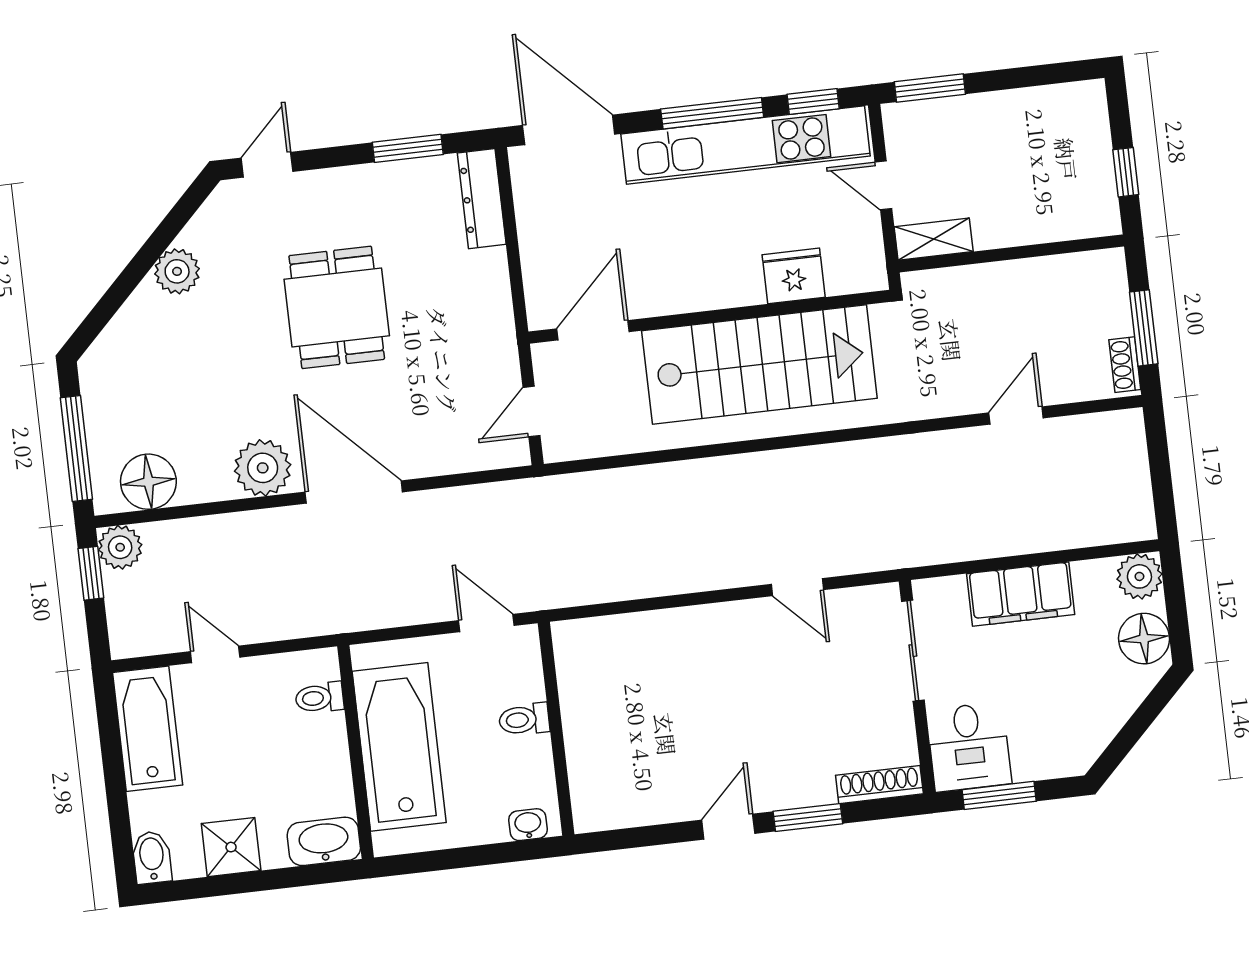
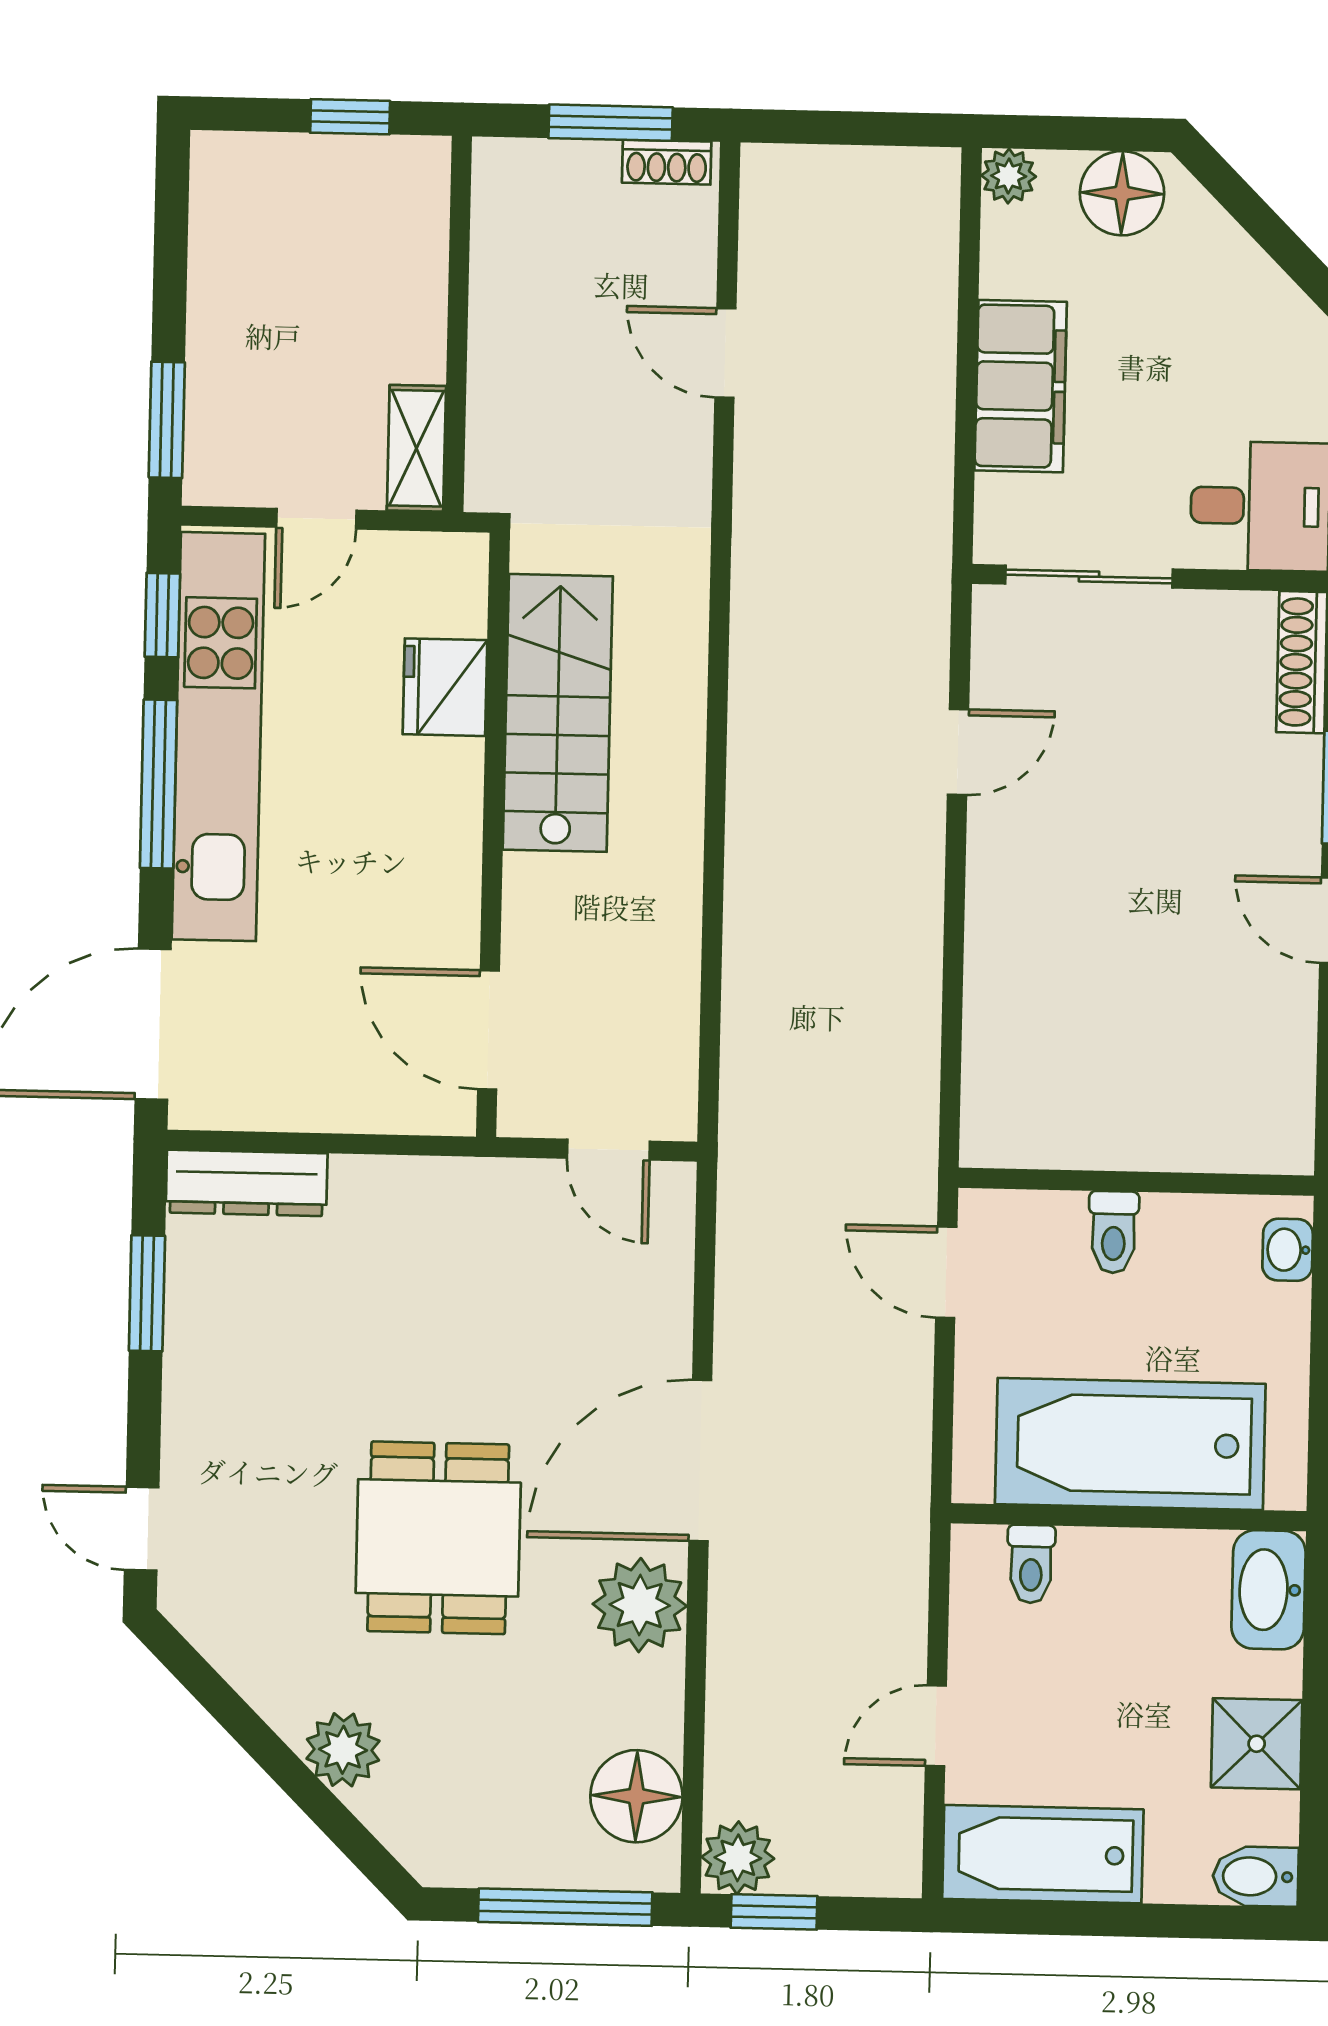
plant: (177, 271) -> (343, 1750), moved
dining table: (337, 307) -> (438, 1538), moved, turned 90
stairs: (759, 364) -> (558, 713), width x0.73, depth x0.66
plant: (1139, 576) -> (1009, 176), width x0.73, depth x0.73
door: (486, 623) -> (946, 1272), hinge flipped

